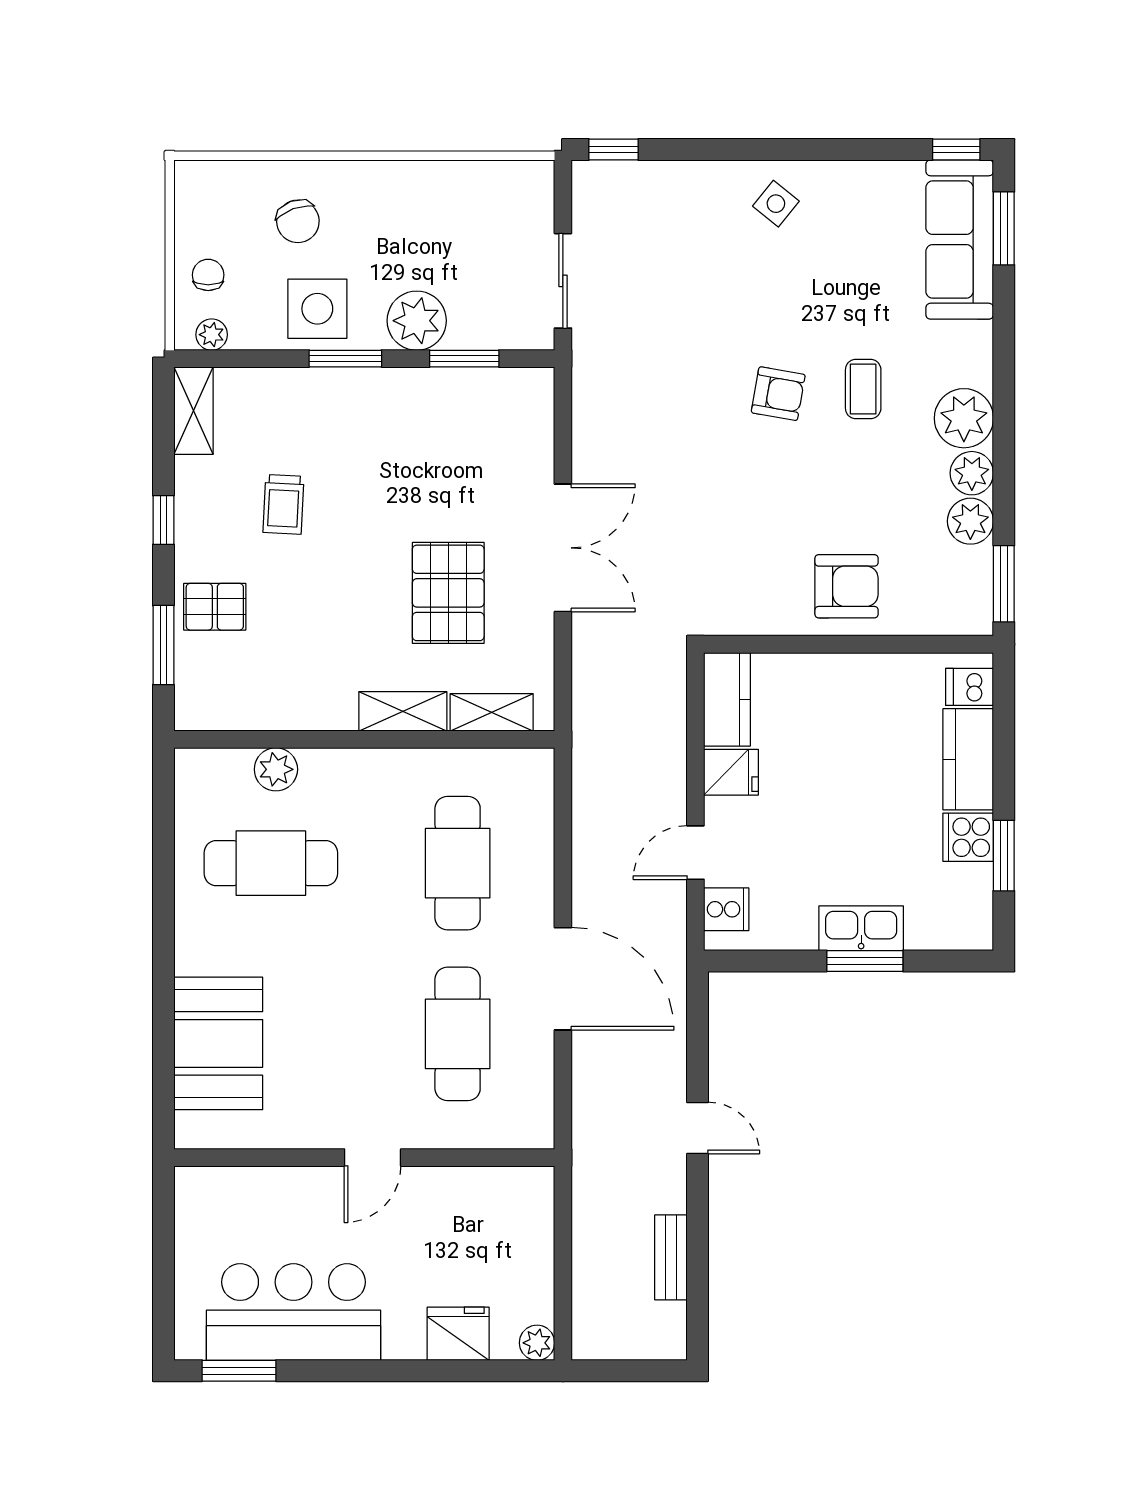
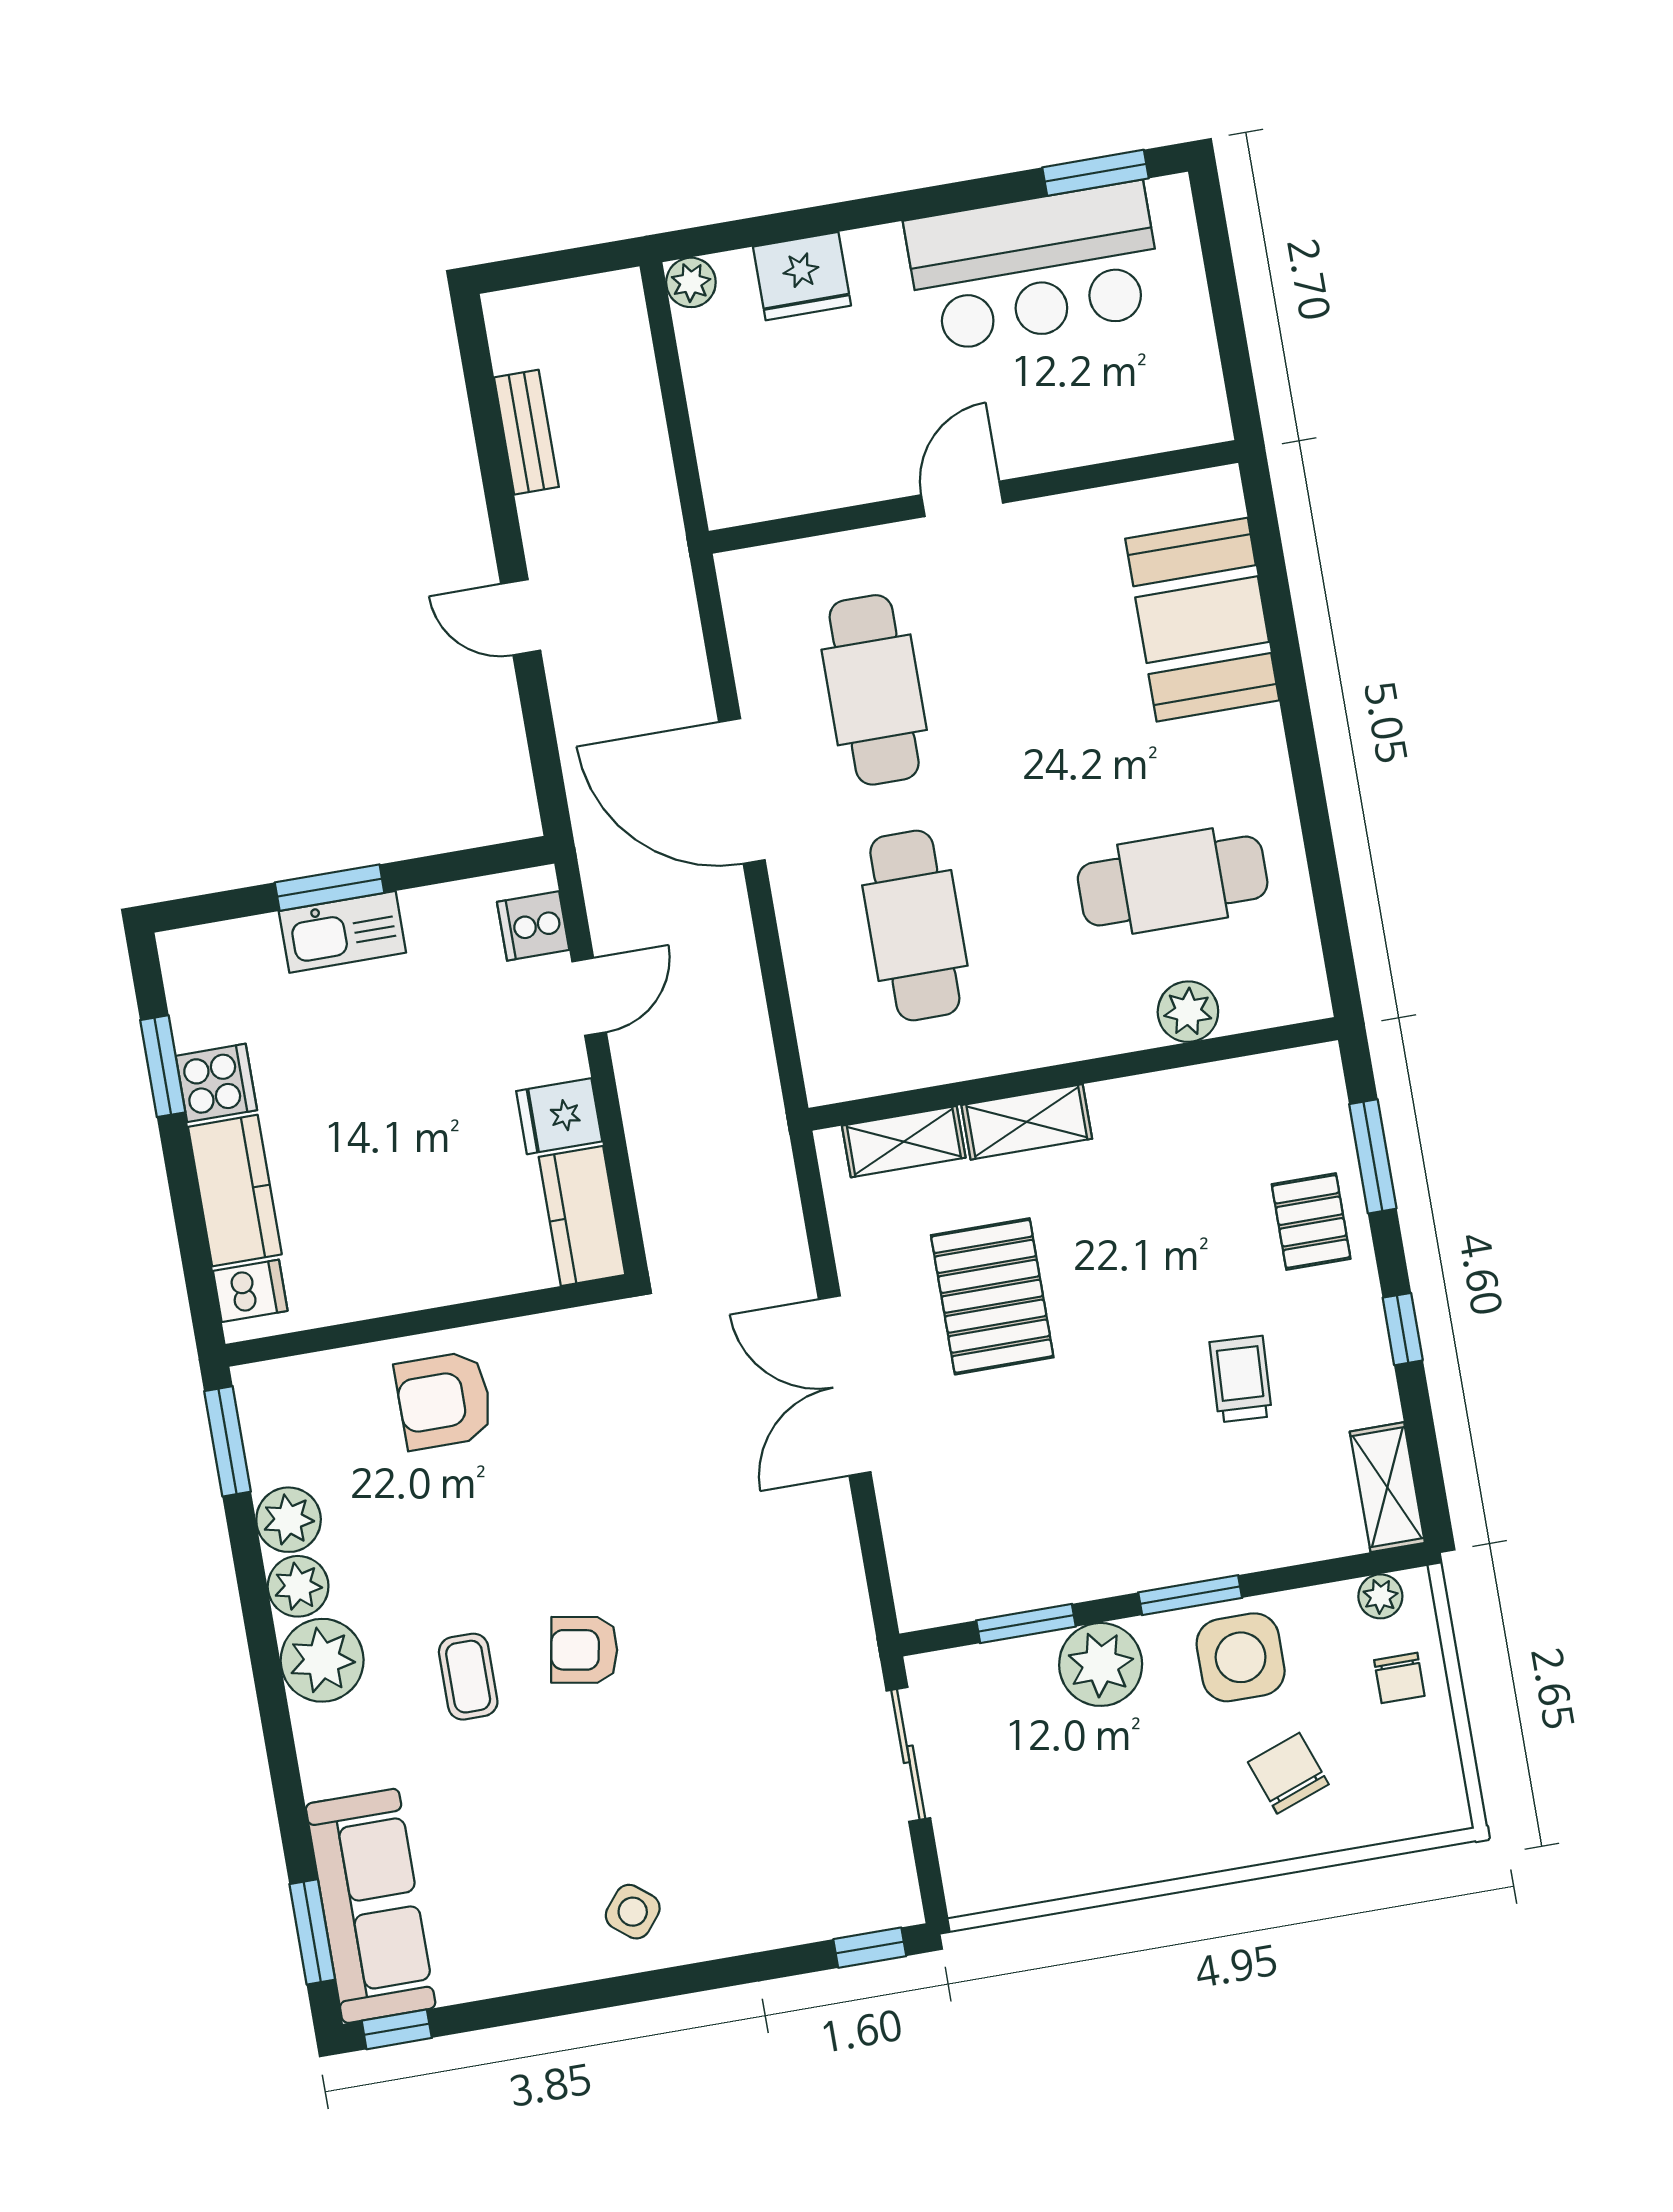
pallet: (215, 607) -> (1311, 1222), turned 90

